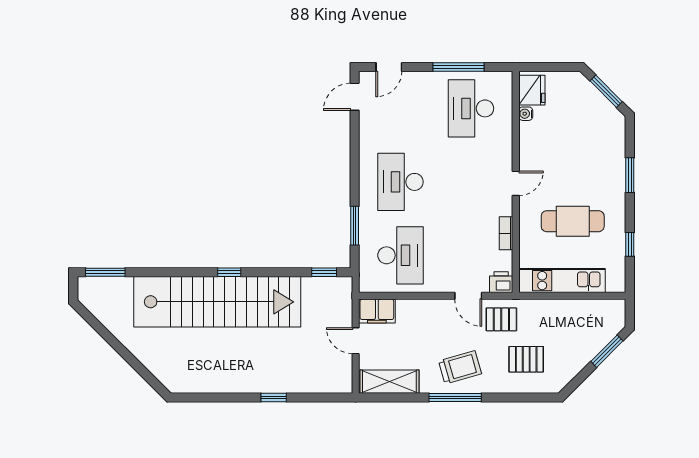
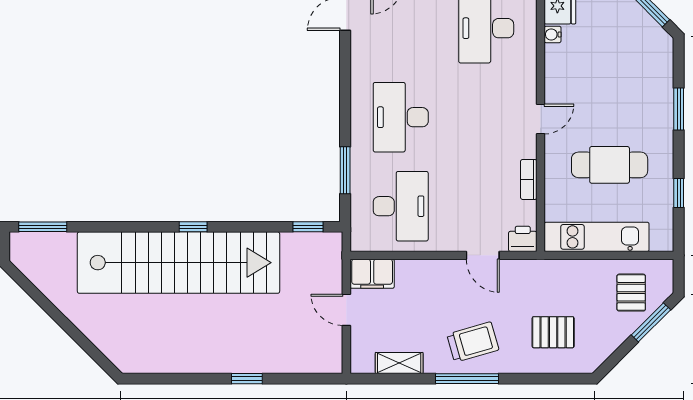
pallet: (501, 319) -> (631, 293), moved, turned 90
shelving: (389, 382) -> (399, 363), width x0.67, depth x0.75

